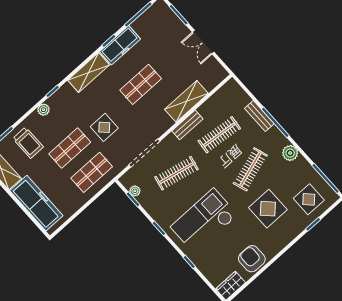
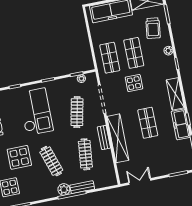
double door: (203, 42) -> (140, 182), moved
shelving: (186, 101) -> (118, 138), width x1.47
trolley: (28, 143) -> (153, 28), turned -82
plant: (290, 153) -> (64, 189), moved

